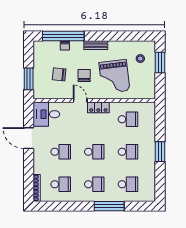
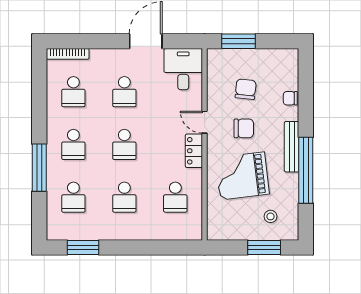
window: (63, 36) -> (306, 170), moved
bench: (96, 45) -> (292, 147), width x1.36
door: (80, 101) -> (205, 122), swing flipped
window: (160, 152) -> (83, 247), moved

